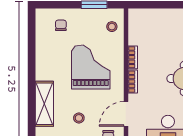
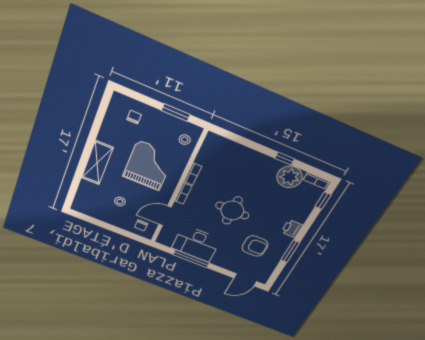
shelving: (44, 104) -> (97, 163), moved

